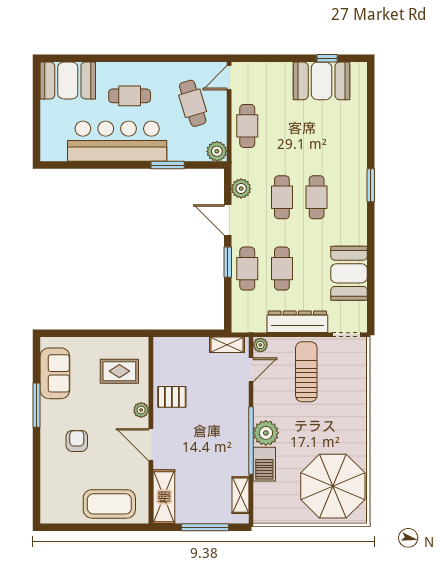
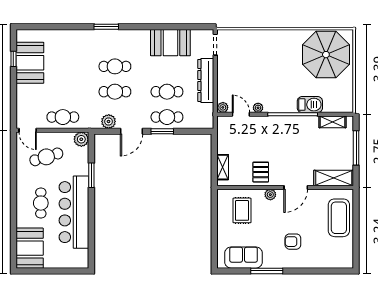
shelving: (227, 345) -> (223, 167), moved
sun lounger: (306, 372) -> (242, 74), removed
plant: (266, 433) -> (258, 108), moved, width x0.53, depth x0.53

